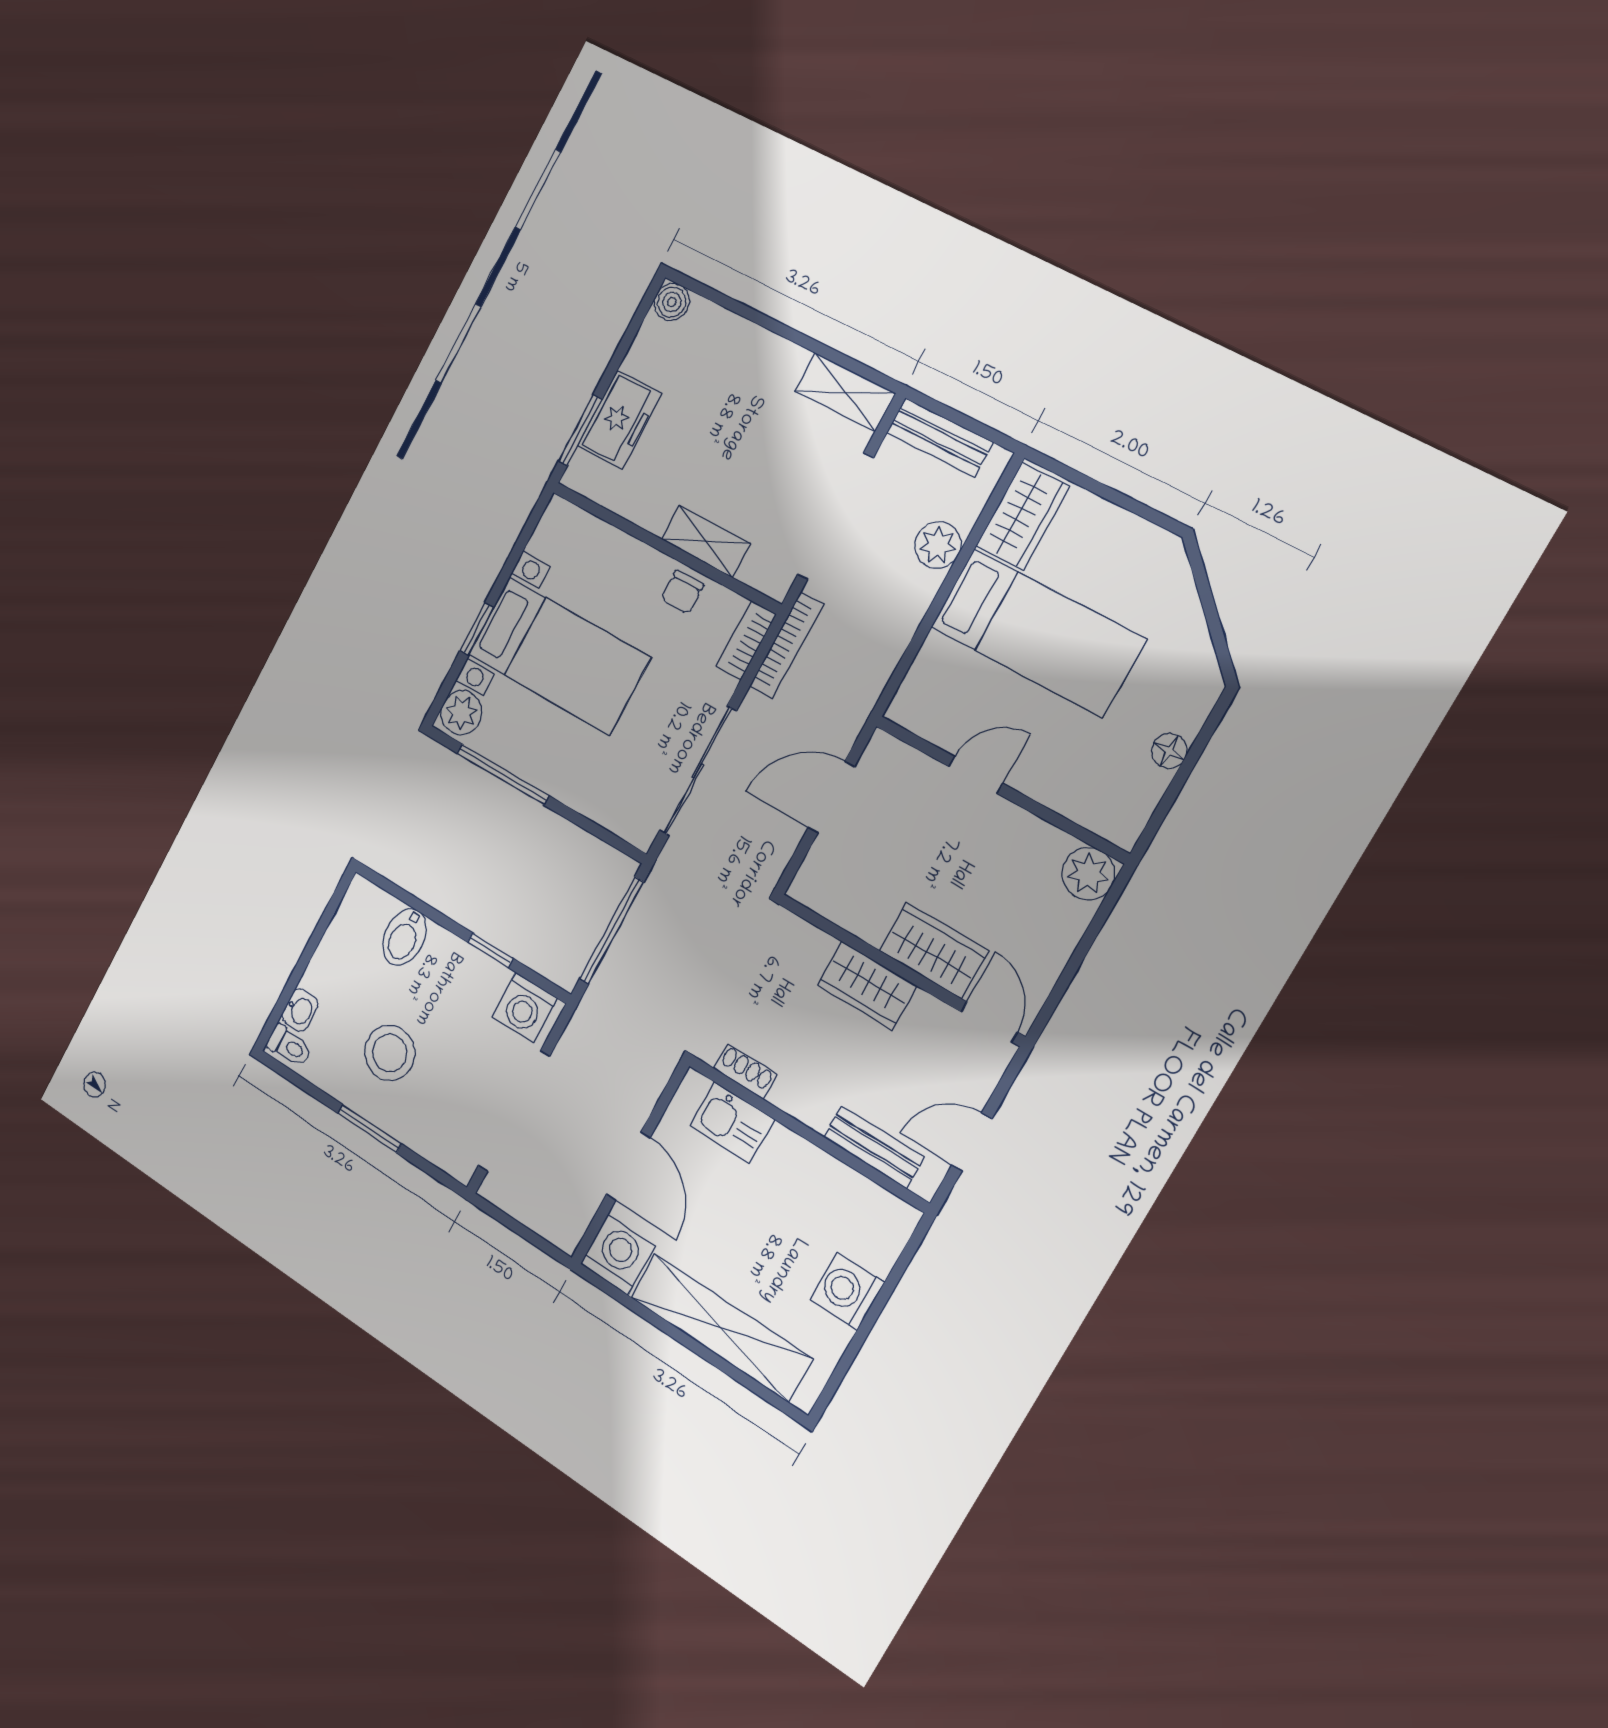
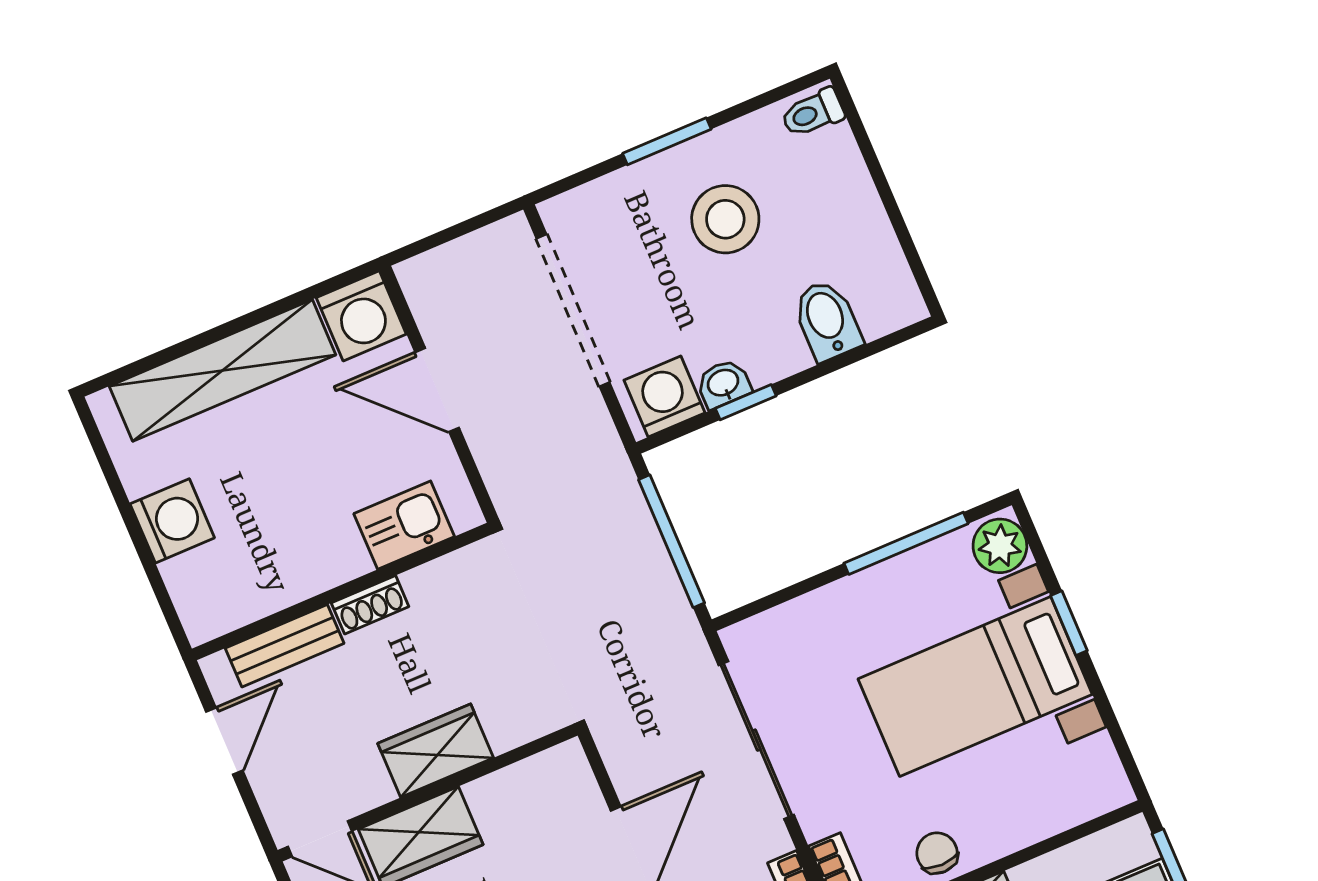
washbasin: (300, 1010) -> (723, 384), moved, turned 90
shoe rack: (745, 1071) -> (370, 605), moved

